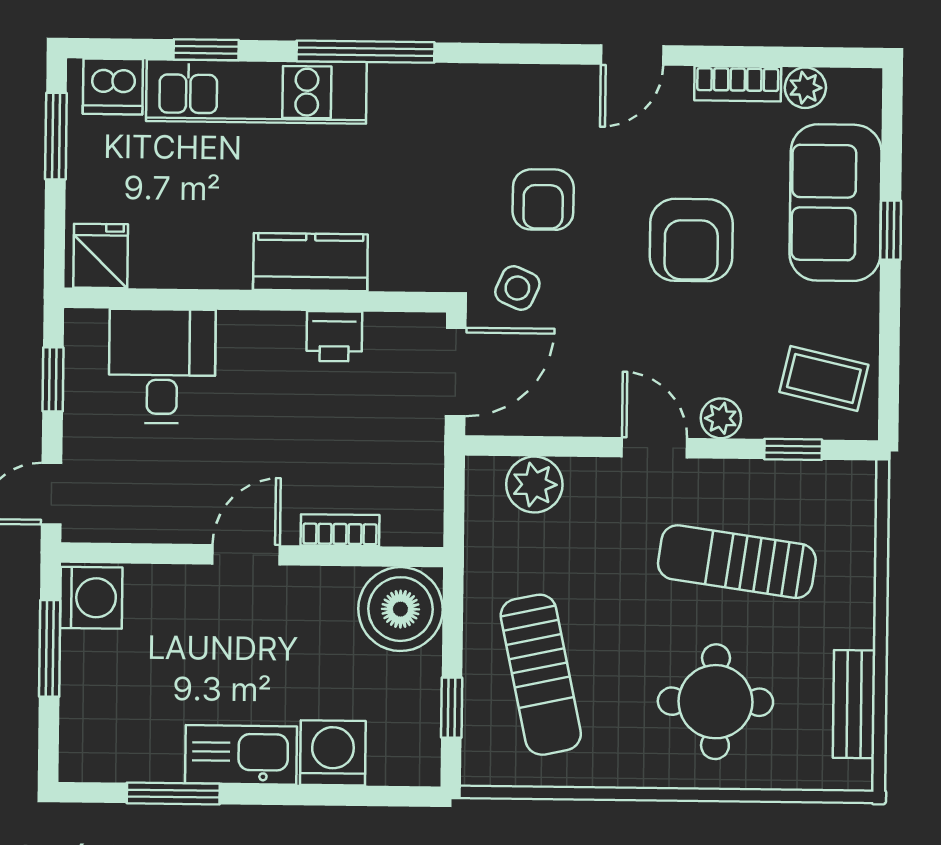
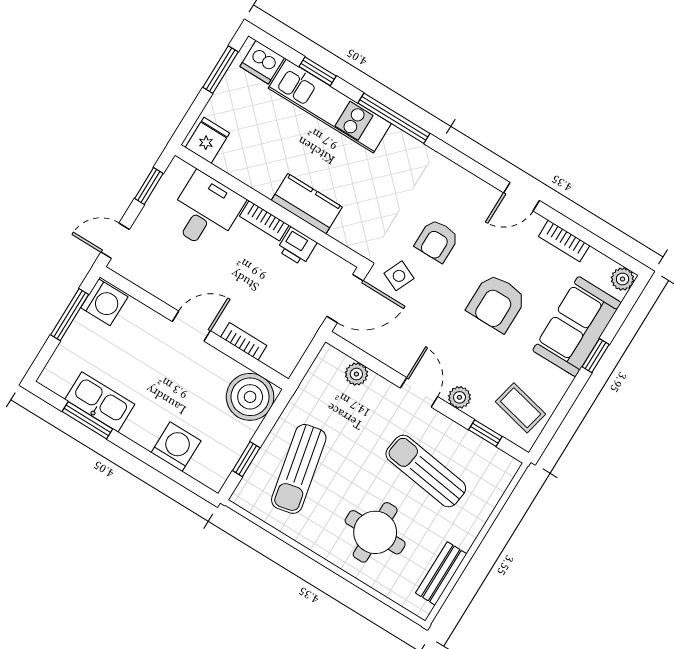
plant: (805, 88) -> (623, 279), moved
bookcase: (261, 327) -> (264, 221), added
plant: (534, 484) -> (356, 374), width x0.73, depth x0.73
kitchen sink: (241, 755) -> (100, 402), moved

